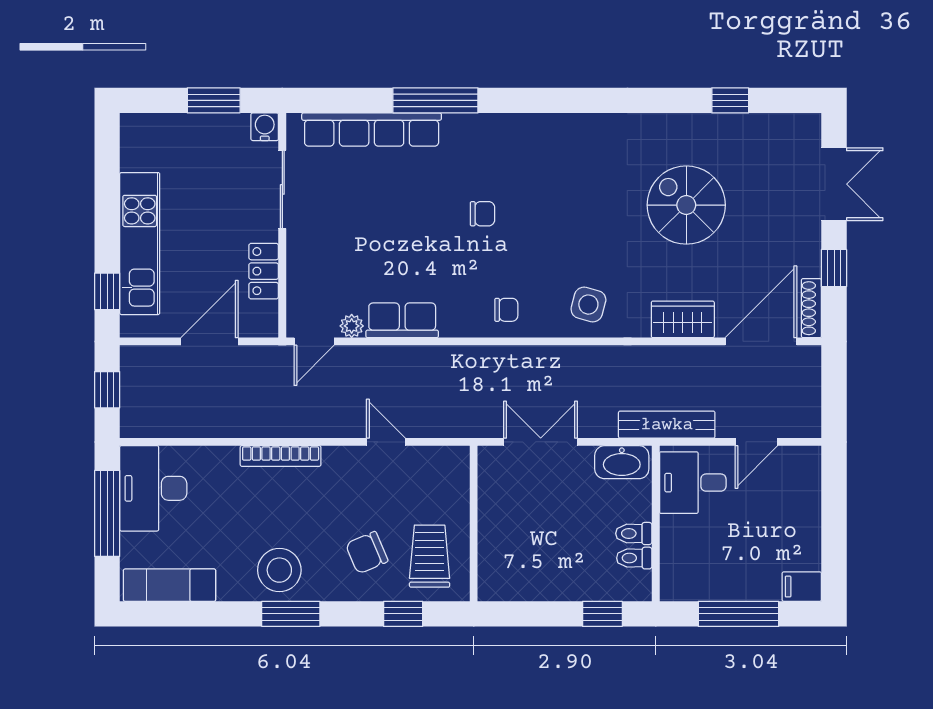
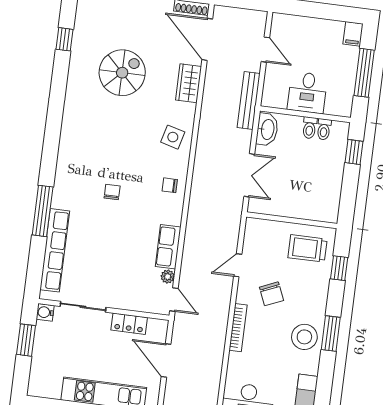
spiral stairs: (686, 205) -> (122, 73), turned 180
chair: (506, 310) -> (170, 185), turned -90
double door: (541, 442) -> (249, 175), swing flipped
desk: (693, 483) -> (307, 93), moved
chair: (367, 553) -> (271, 294), moved

